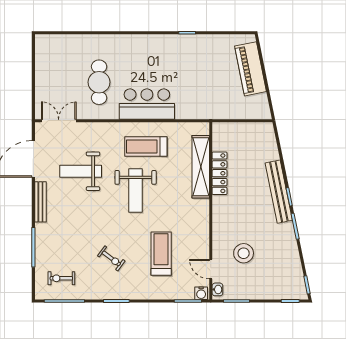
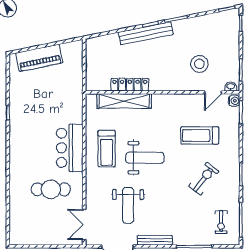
exercise bike: (111, 258) -> (204, 179), width x1.38, depth x1.39

